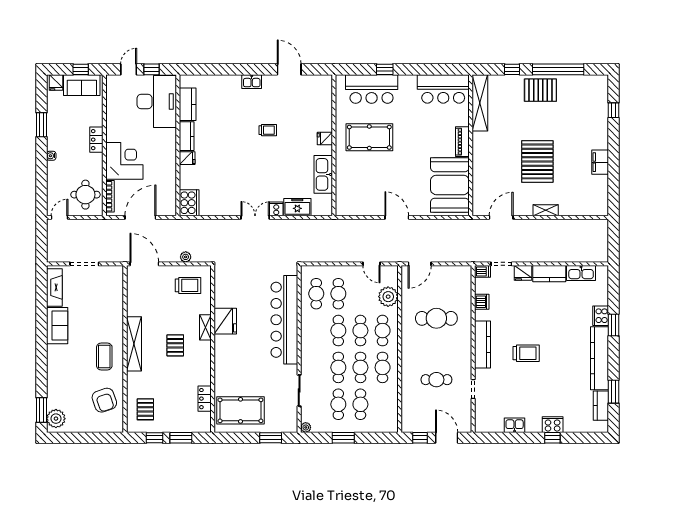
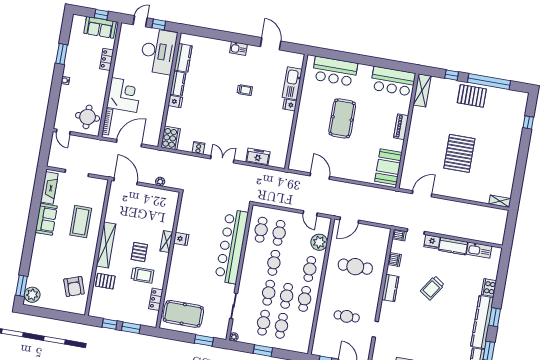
window: (385, 69) -> (348, 57), removed
fridge: (56, 83) -> (79, 22), removed
shelving: (480, 103) -> (422, 90), width x0.68
pool table: (369, 137) -> (342, 118), moved, turned 90
locker: (96, 140) -> (107, 59), moved
filing cabinet: (600, 162) -> (510, 163), removed
kitchen sink: (323, 174) -> (292, 83), moved
booth: (450, 185) -> (388, 167), width x0.73, depth x0.70
cooker: (276, 209) -> (198, 148), moved
shelving: (546, 210) -> (500, 201), moved
door: (60, 217) -> (63, 132), swing flipped
door: (397, 217) -> (320, 176), moved
trolley: (188, 285) -> (142, 275), moved
fridge: (225, 321) -> (181, 239), width x0.53, depth x0.75
window: (613, 325) -> (495, 317), moved
cafe table: (360, 331) -> (292, 266), removed
kitchen counter: (483, 345) -> (390, 288), width x0.67
trolley: (526, 353) -> (432, 288), moved, turned 124
coffee table: (104, 356) -> (81, 222), moved, width x1.36, depth x1.32
pallet: (145, 409) -> (105, 281), moved, turned 90

